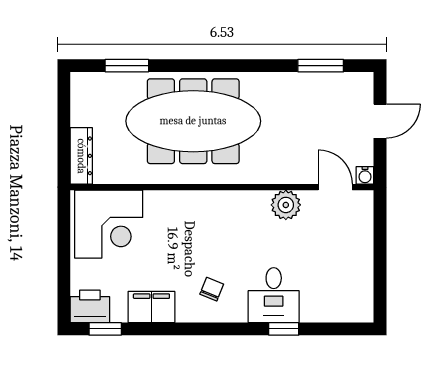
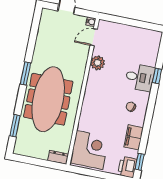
window: (321, 66) -> (26, 73), moved
dresser: (81, 156) -> (58, 157), width x0.70

